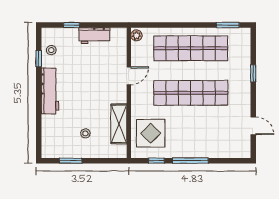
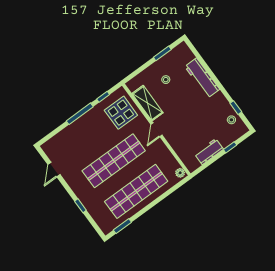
door: (129, 76) -> (157, 130), moved
workbench: (50, 91) -> (202, 78), moved
door: (253, 126) -> (54, 170), hinge flipped

